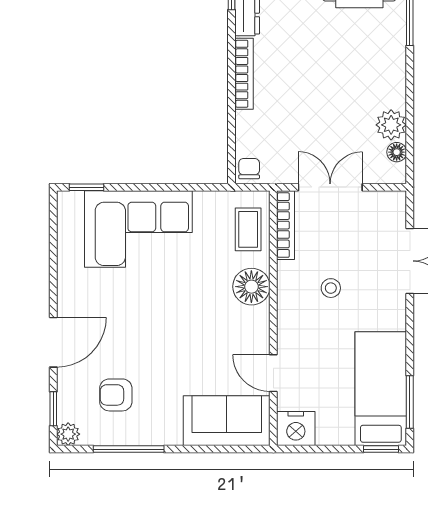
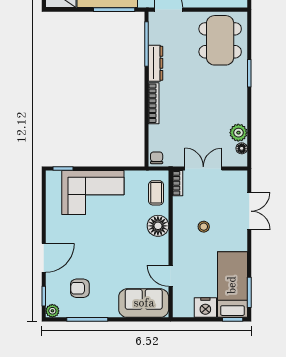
bookcase: (285, 225) -> (178, 183), width x0.64
nightstand: (296, 429) -> (205, 308), moved

